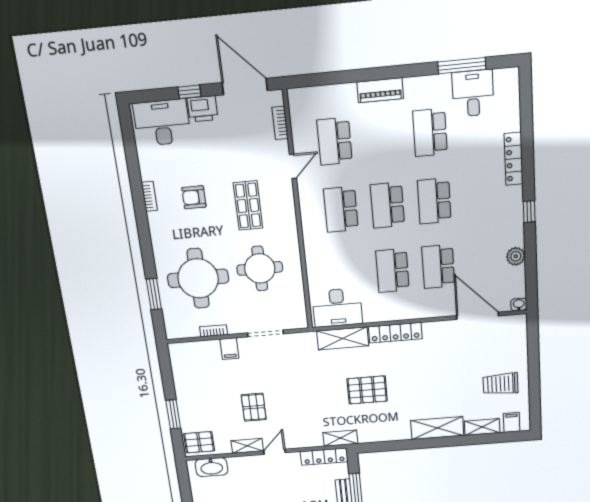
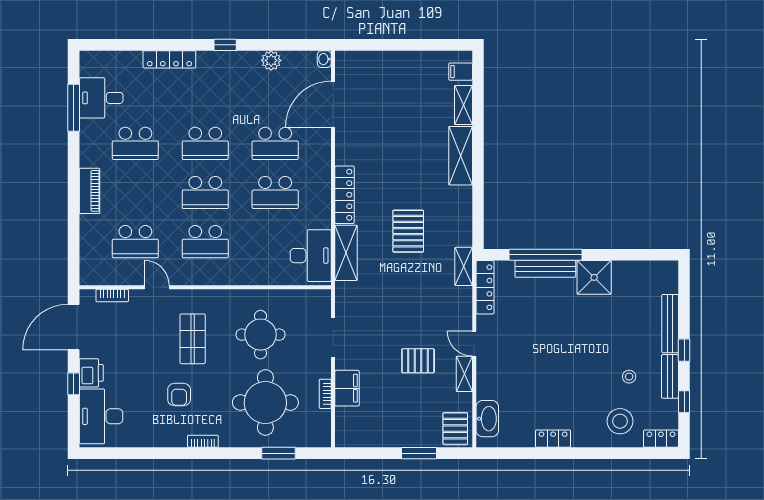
bookcase: (149, 196) -> (203, 441), moved
shop shelf: (248, 206) -> (193, 339), turned 90
filing cabinet: (229, 349) -> (347, 388), width x2.00
trolley: (500, 384) -> (414, 82), removed

